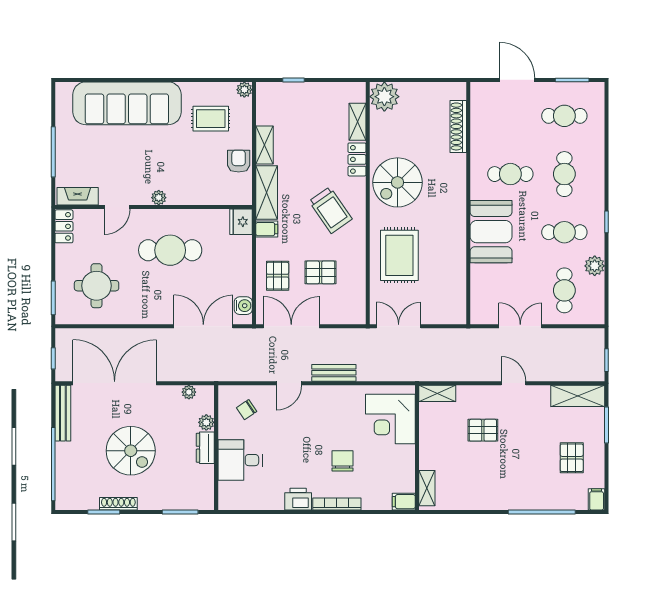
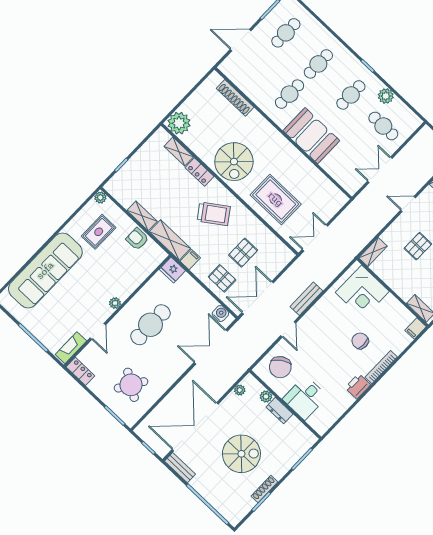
cafe table: (564, 174) -> (318, 64), turned 90
round table: (97, 286) -> (131, 385), turned 32
chair: (247, 410) -> (280, 367), width x1.87, depth x1.87
bench: (63, 413) -> (180, 468), width x0.73

